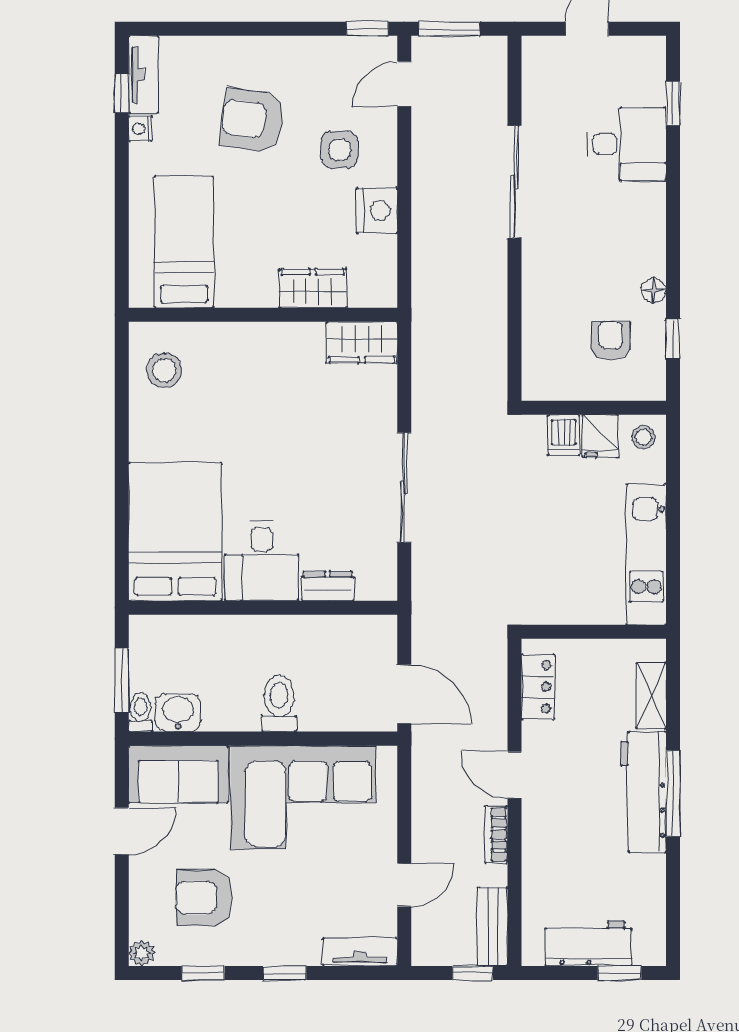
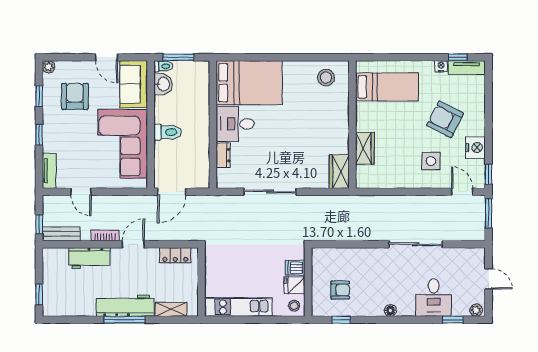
plant: (653, 55) -> (476, 310), added
armchair: (252, 120) -> (445, 119), turned -71
nightstand: (377, 211) -> (476, 148), moved, turned -90
floor lamp: (654, 290) -> (390, 310), moved
workbench: (588, 944) -> (89, 258), moved, turned 90

